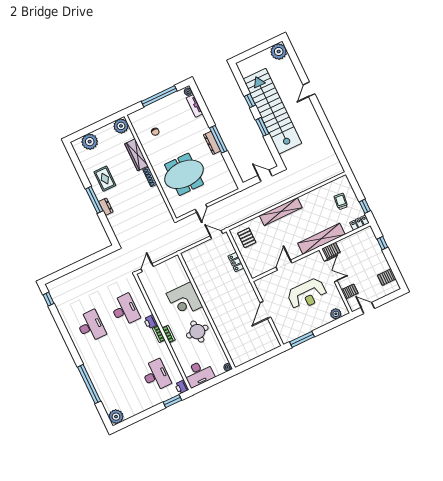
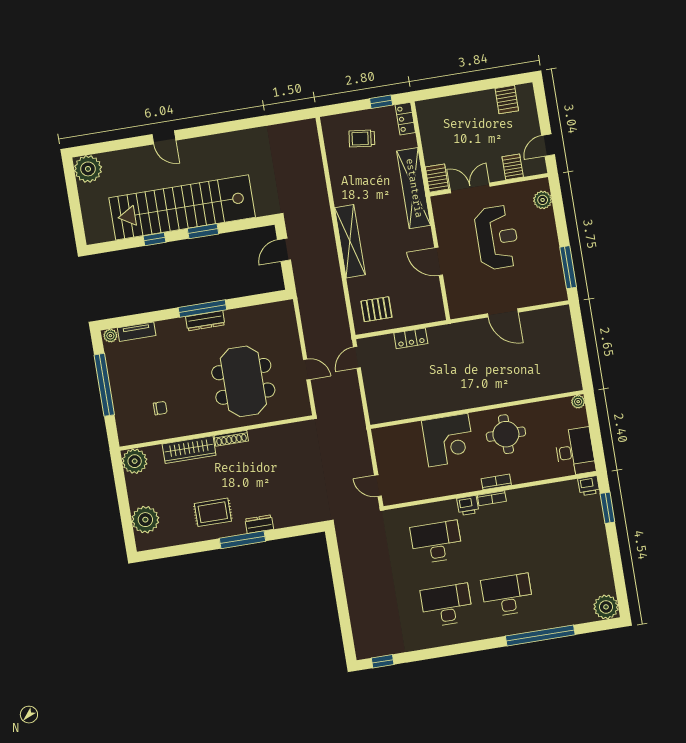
window: (382, 243) -> (449, 91), removed
desk: (156, 375) -> (507, 595), moved

